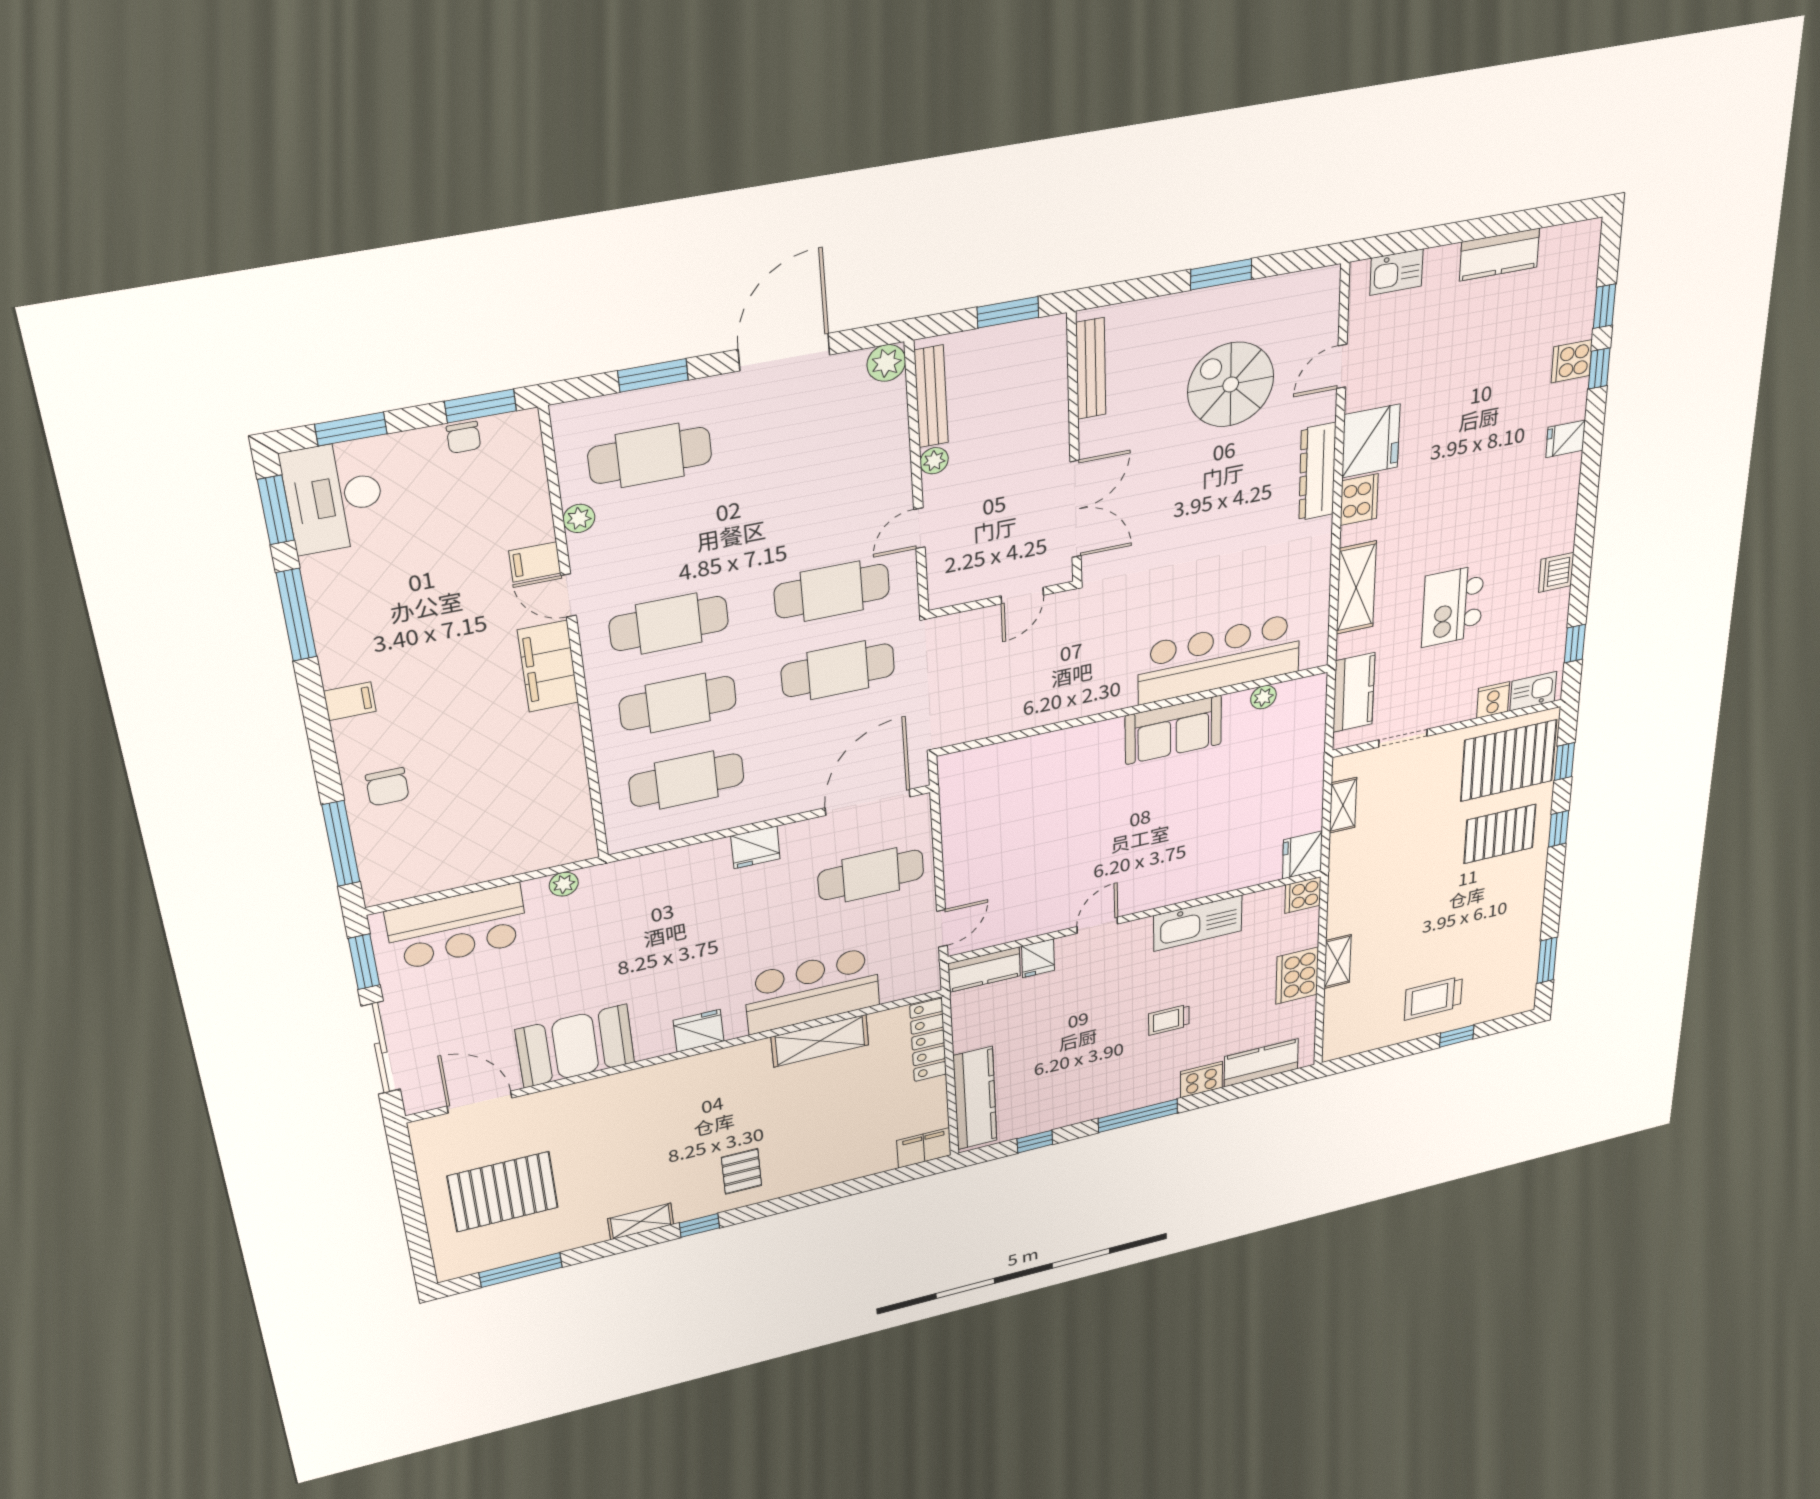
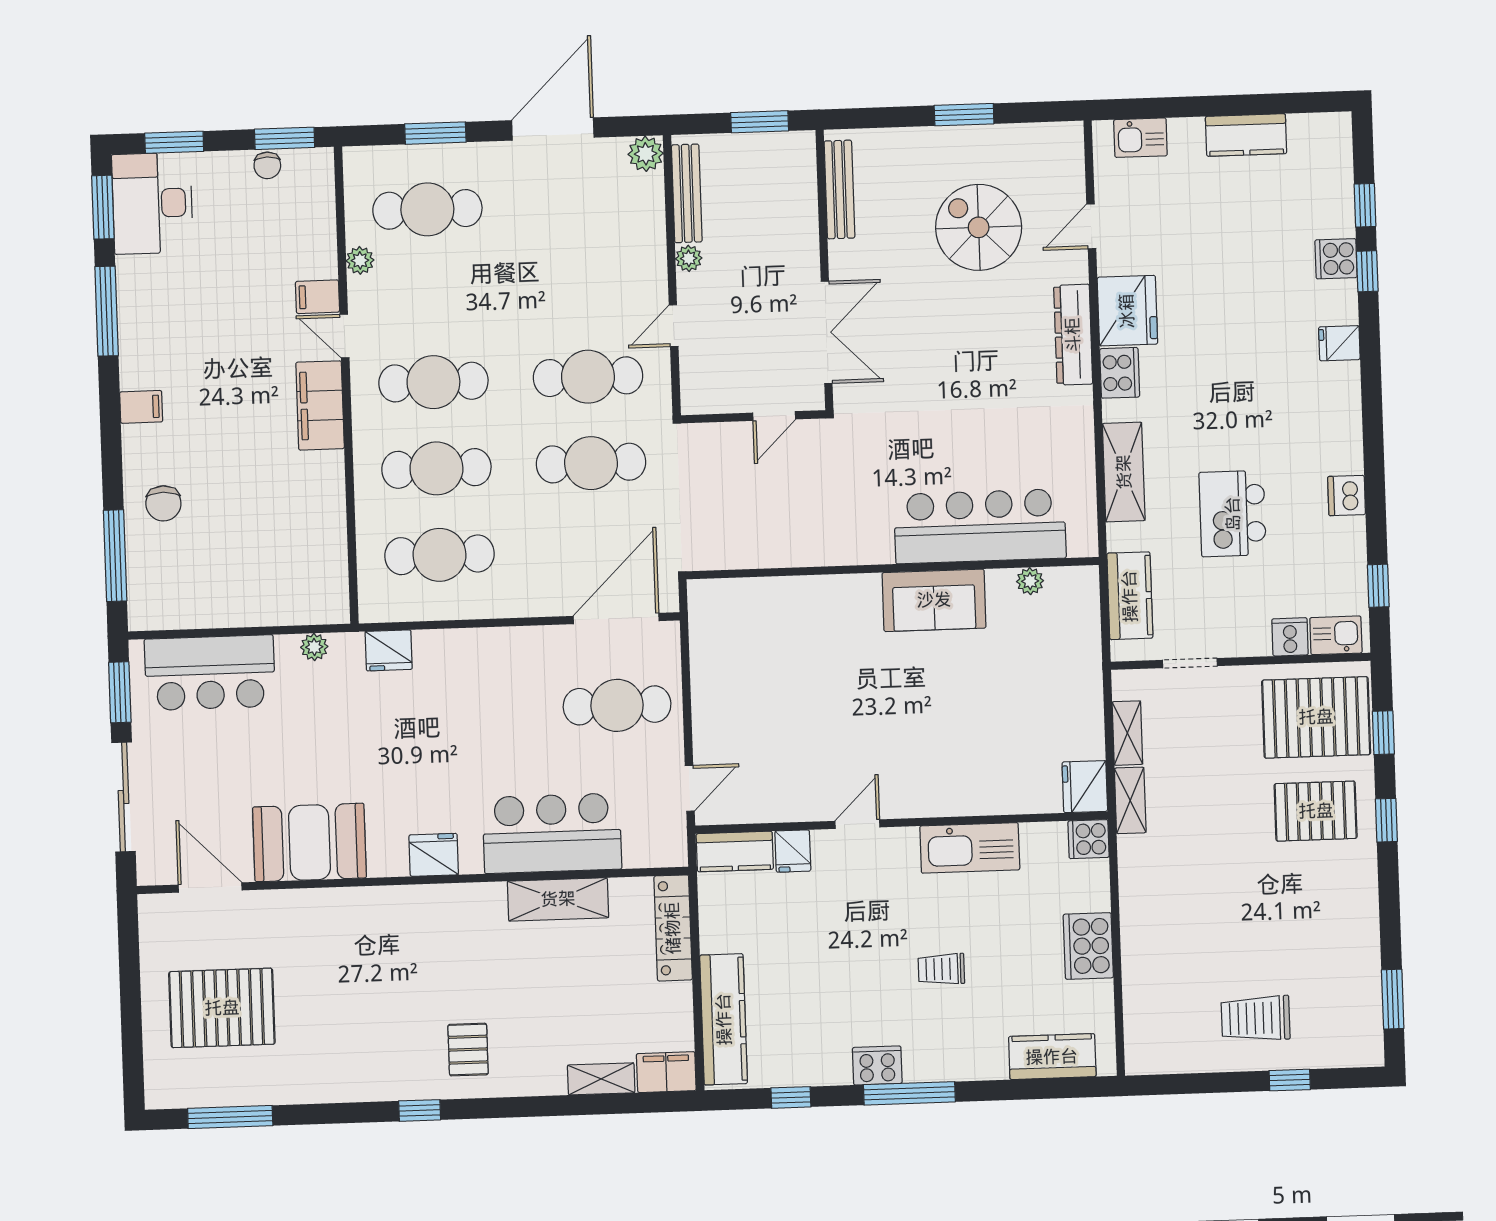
fridge: (755, 847) -> (389, 650), moved
shelving: (1337, 962) -> (1130, 800), moved
cooker: (1201, 1080) -> (877, 1065), moved
shelving: (641, 1221) -> (601, 1079), moved

